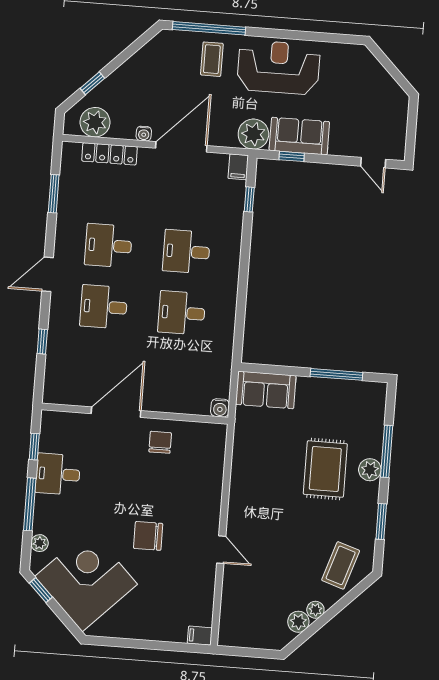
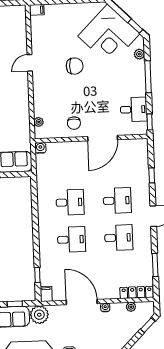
window: (92, 83) -> (148, 325), moved
plant: (95, 122) -> (131, 307), width x0.53, depth x0.53
door: (181, 147) -> (82, 302), swing flipped
locker: (109, 154) -> (137, 292), moved
window: (34, 447) -> (150, 122), moved
plant: (218, 451) -> (39, 122), added
desk: (58, 474) -> (134, 109), moved
door: (221, 550) -> (30, 63), hinge flipped

